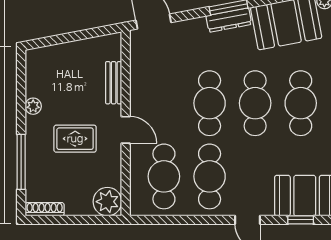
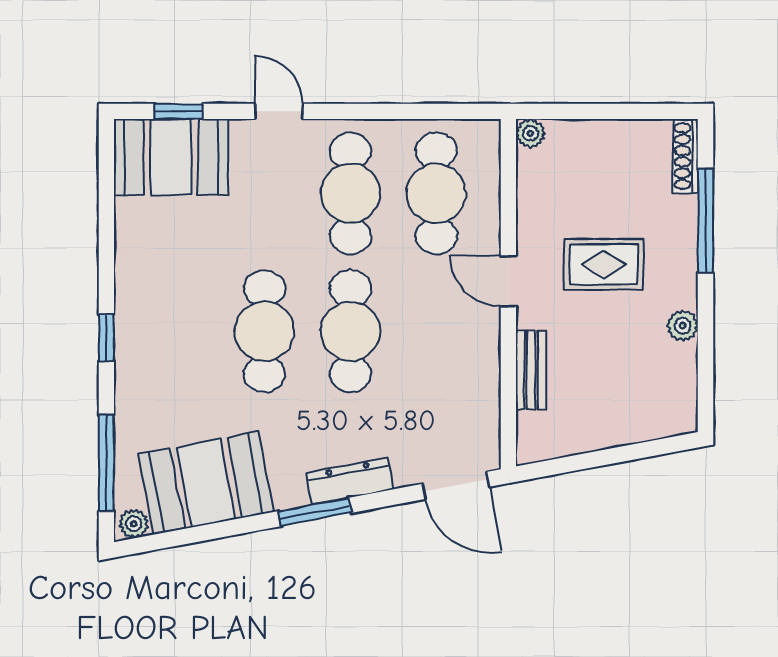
dresser: (229, 20) -> (350, 481), moved
cafe table: (301, 103) -> (178, 331), removed
plant: (107, 202) -> (530, 133), width x0.53, depth x0.53
shoe rack: (45, 209) -> (685, 156), moved, turned 90

